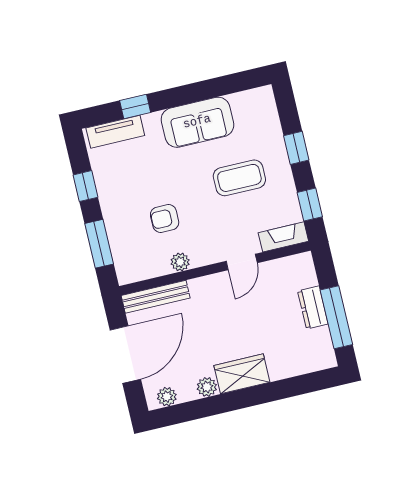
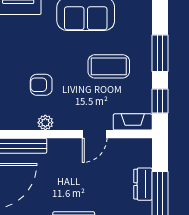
window: (296, 148) -> (160, 53), width x1.50

